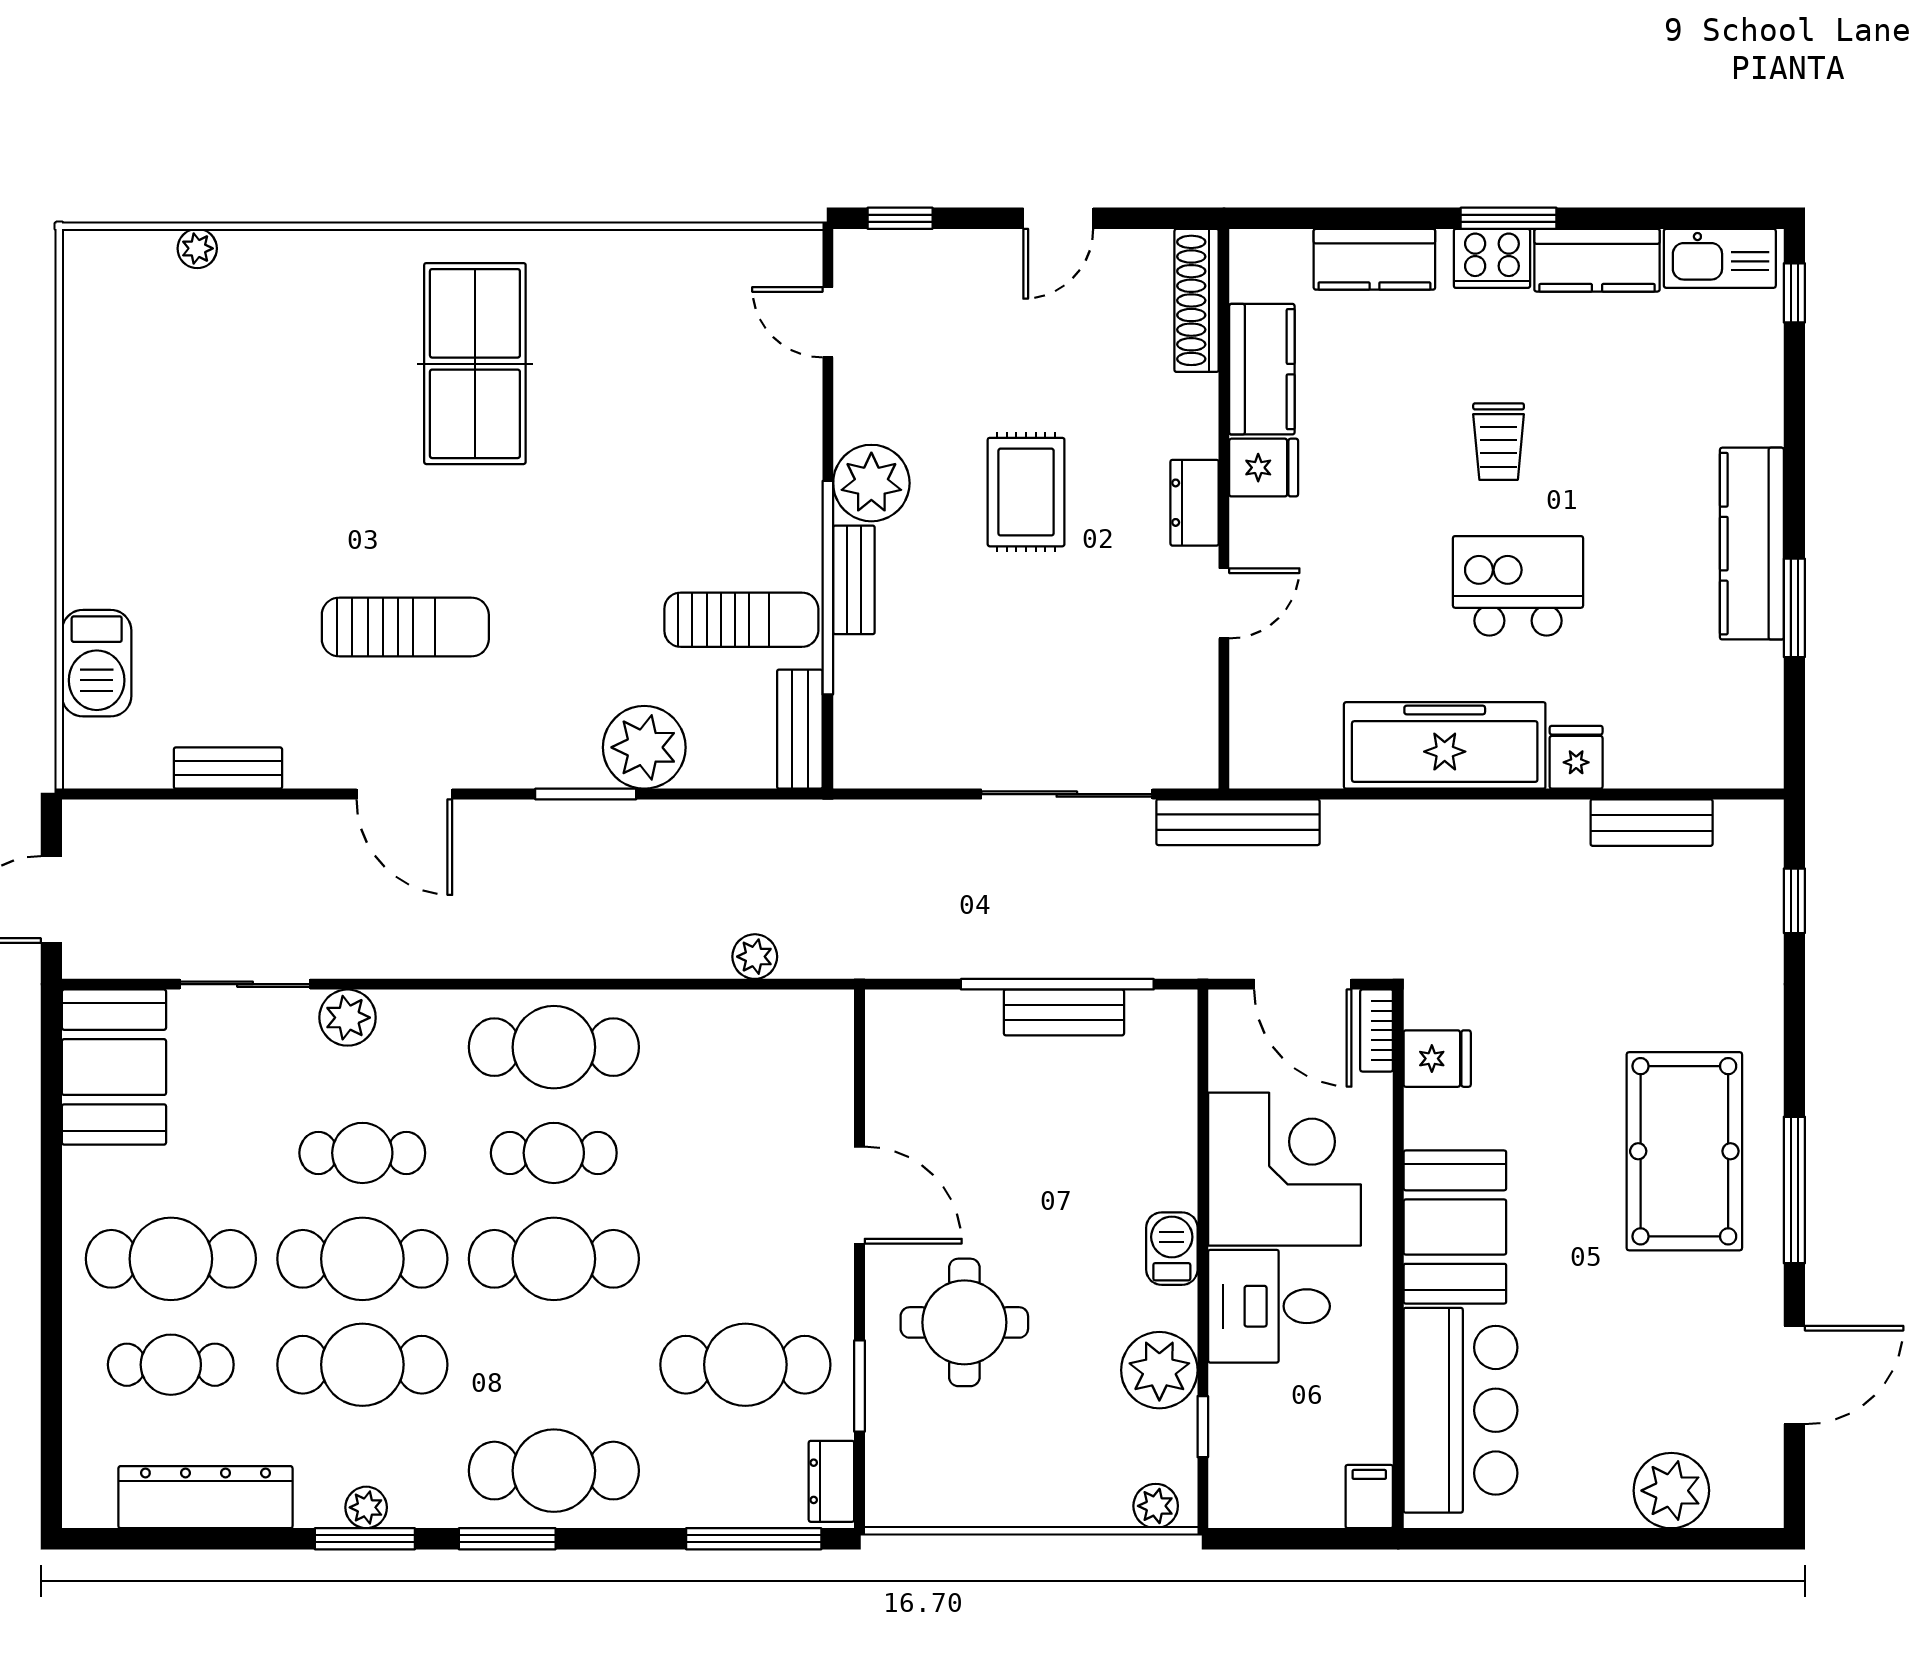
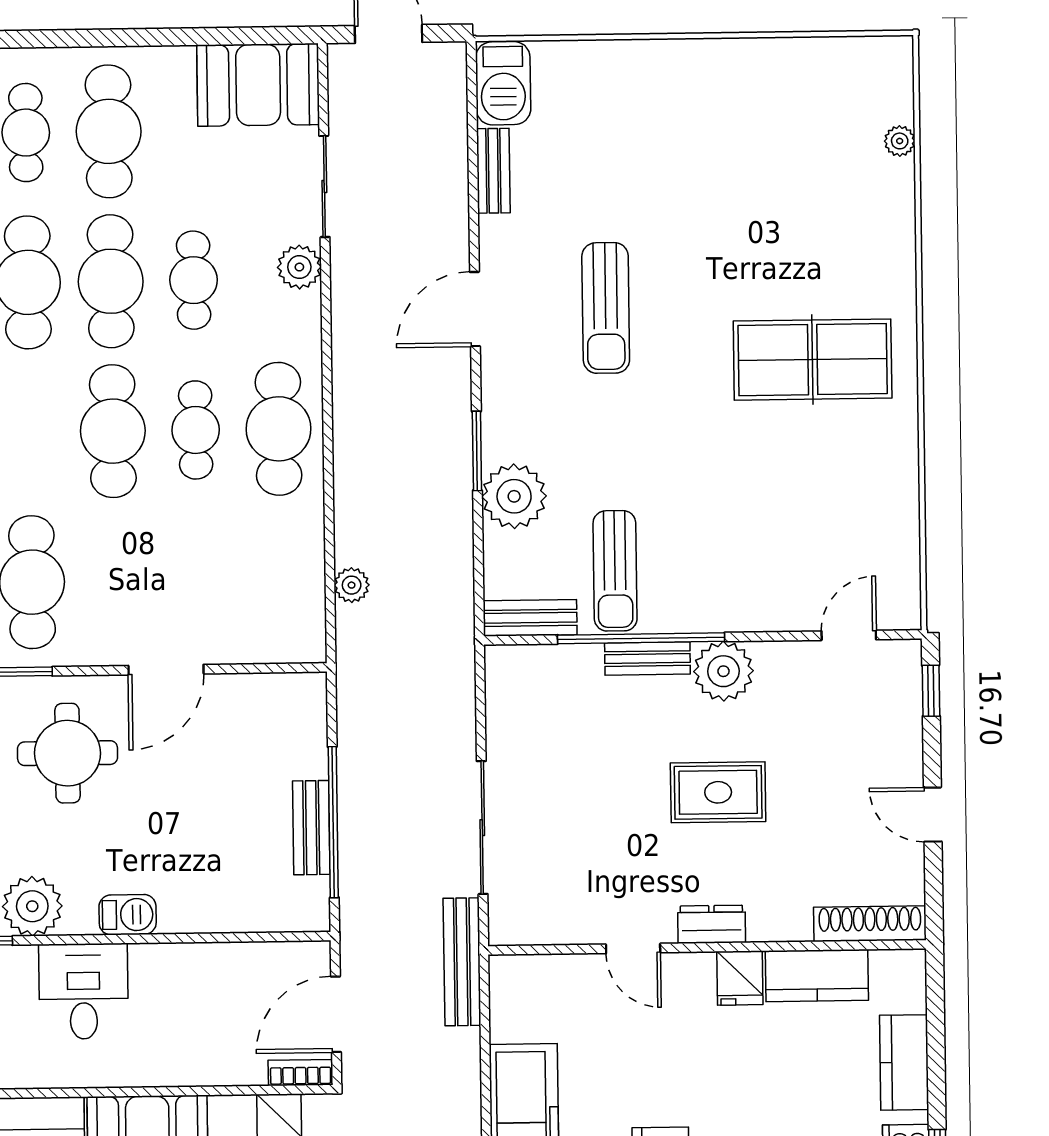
barbecue: (97, 663) -> (503, 83), moved, turned -90
corner desk: (1285, 1169) -> (191, 1002), removed

